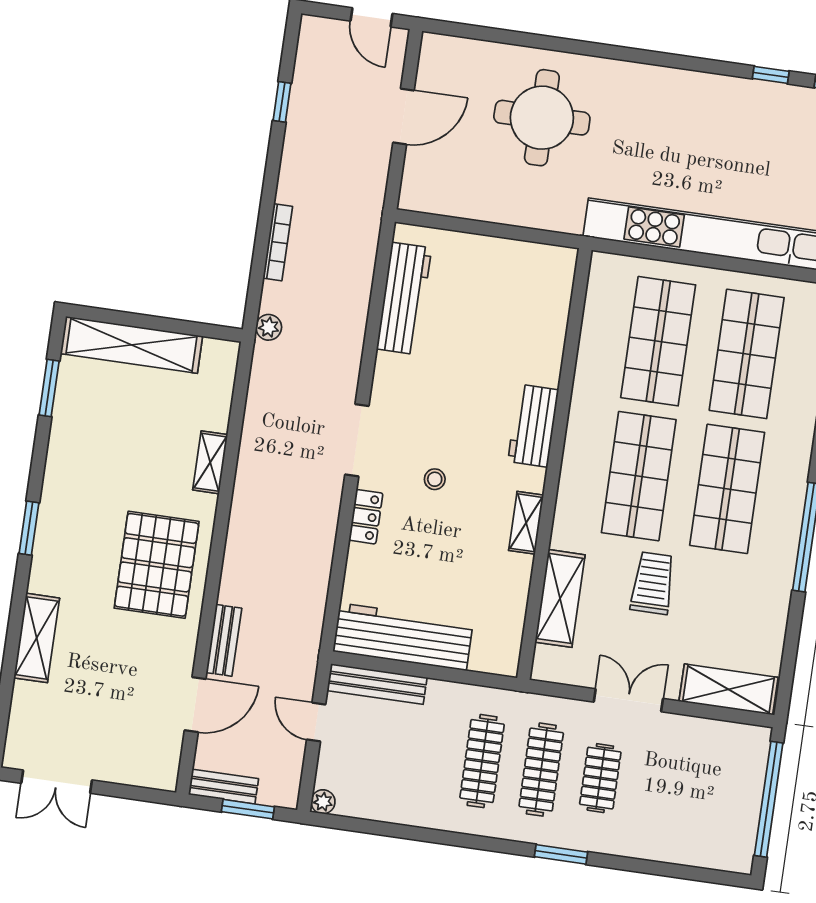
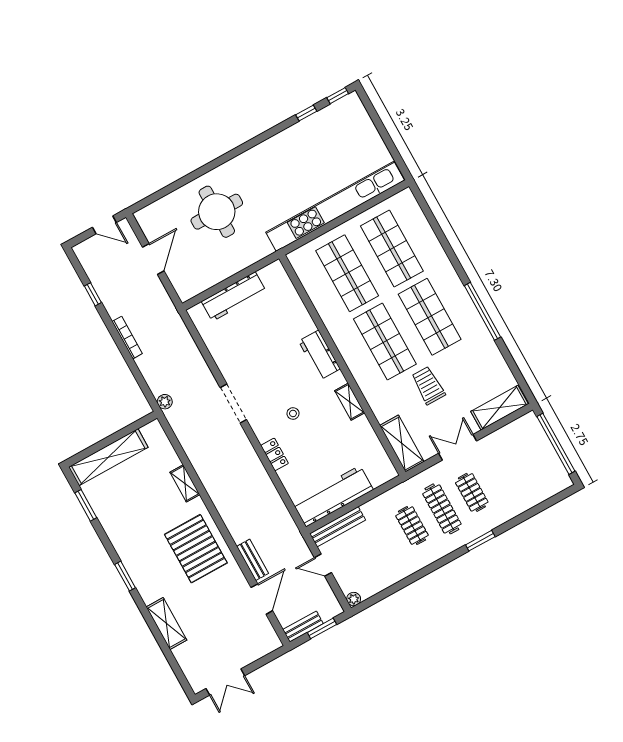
bookcase: (278, 242) -> (127, 338), moved
workbench: (404, 298) -> (234, 296), moved, turned 90
doorway: (357, 440) -> (233, 404), moved
shelving: (560, 598) -> (402, 444), moved
clothes rail: (482, 761) -> (412, 526), width x0.73

